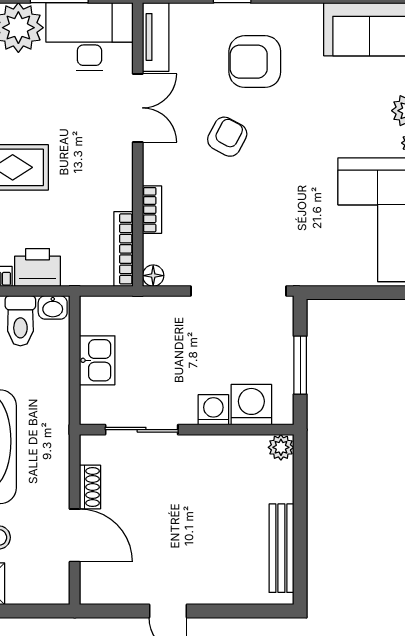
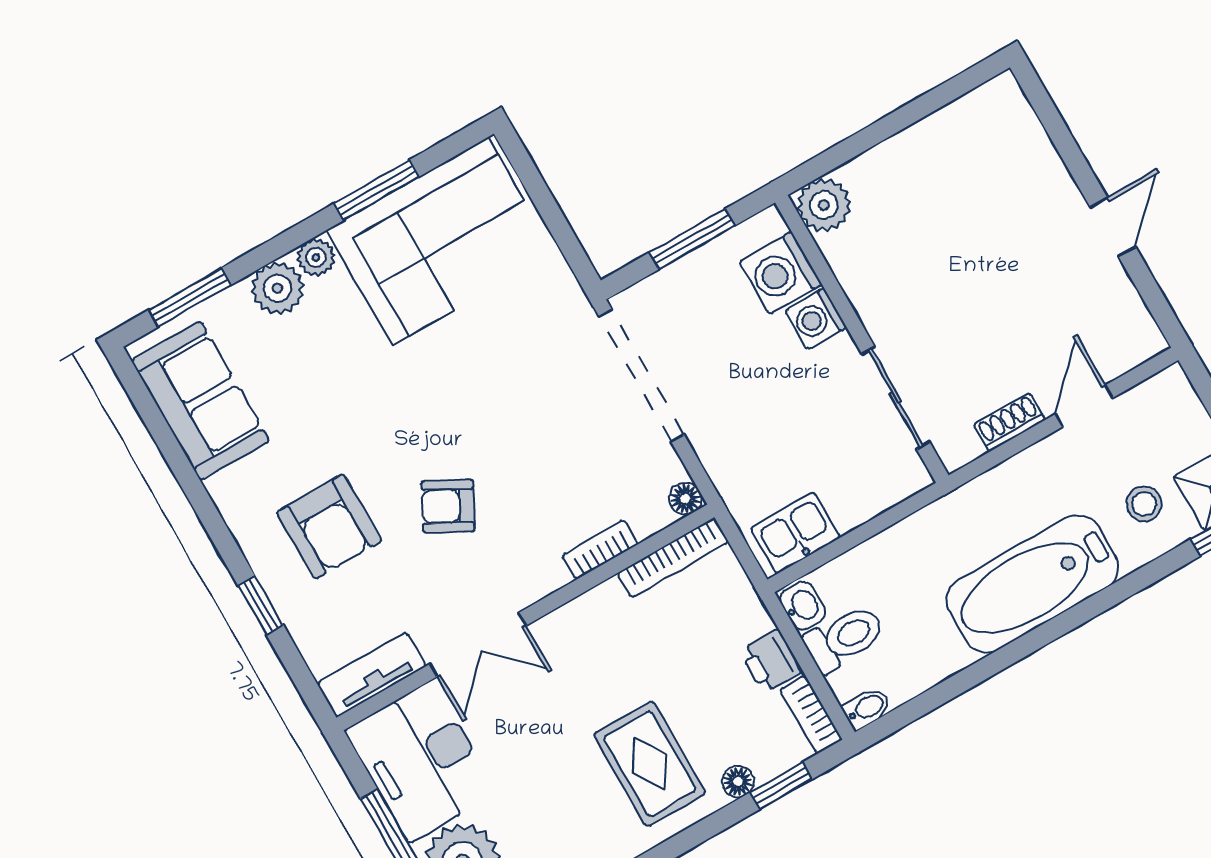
double door: (138, 108) -> (478, 645), swing flipped
printer: (38, 267) -> (771, 661), width x0.73, depth x0.81
kitchen sink: (97, 360) -> (795, 533), moved
plant: (281, 447) -> (824, 205), width x1.38, depth x1.38
door: (75, 535) -> (1084, 406), width x0.73
bench: (281, 548) -> (945, 126), removed

